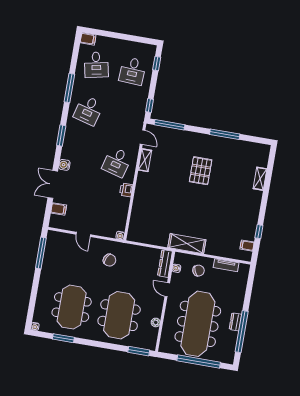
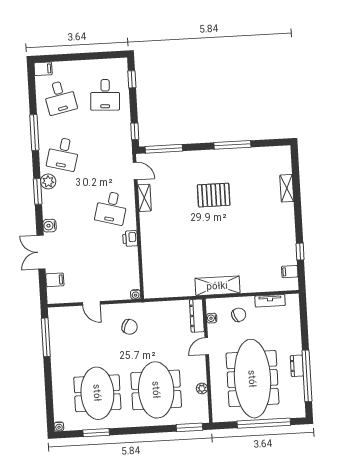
plant: (71, 130) -> (48, 181), added
pallet: (201, 171) -> (214, 195), turned 90
door: (167, 290) -> (207, 346), hinge flipped

